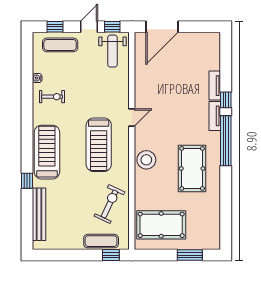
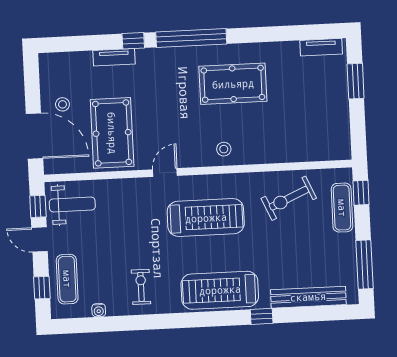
stool: (183, 48) -> (62, 104), added
water cooler: (37, 78) -> (99, 310), moved
tv unit: (215, 116) -> (321, 47), moved
door: (132, 118) -> (165, 173), hinge flipped
stool: (146, 160) -> (224, 149), width x0.53, depth x0.53
exercise bike: (109, 204) -> (289, 198), turned -49
pool table: (161, 225) -> (112, 133), moved
window: (60, 255) -> (365, 264), added

